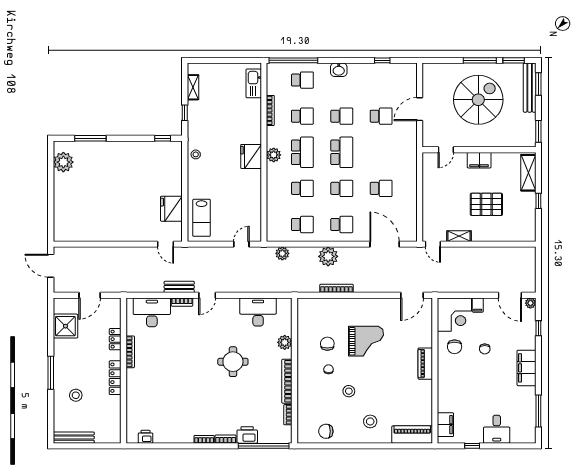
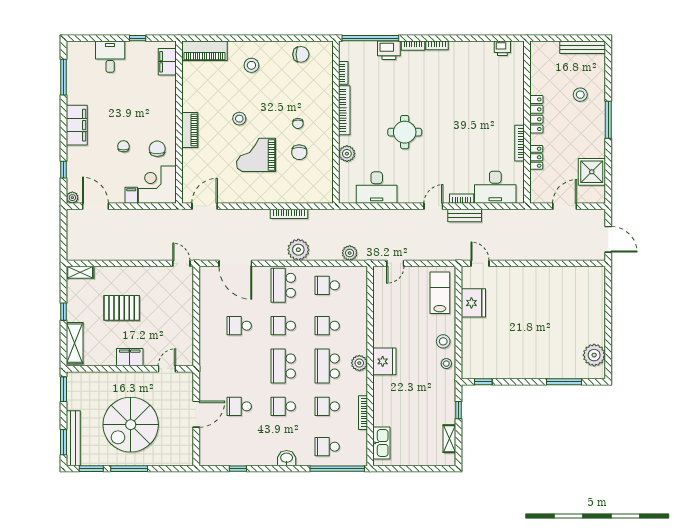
stool: (198, 174) -> (443, 341), added
school desk: (342, 224) -> (283, 285), width x1.85
shelving: (459, 236) -> (80, 272), moved
stool: (349, 391) -> (239, 119), moved

